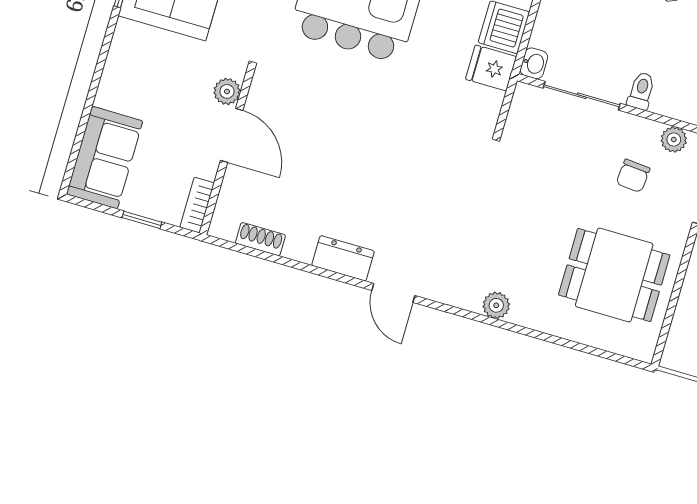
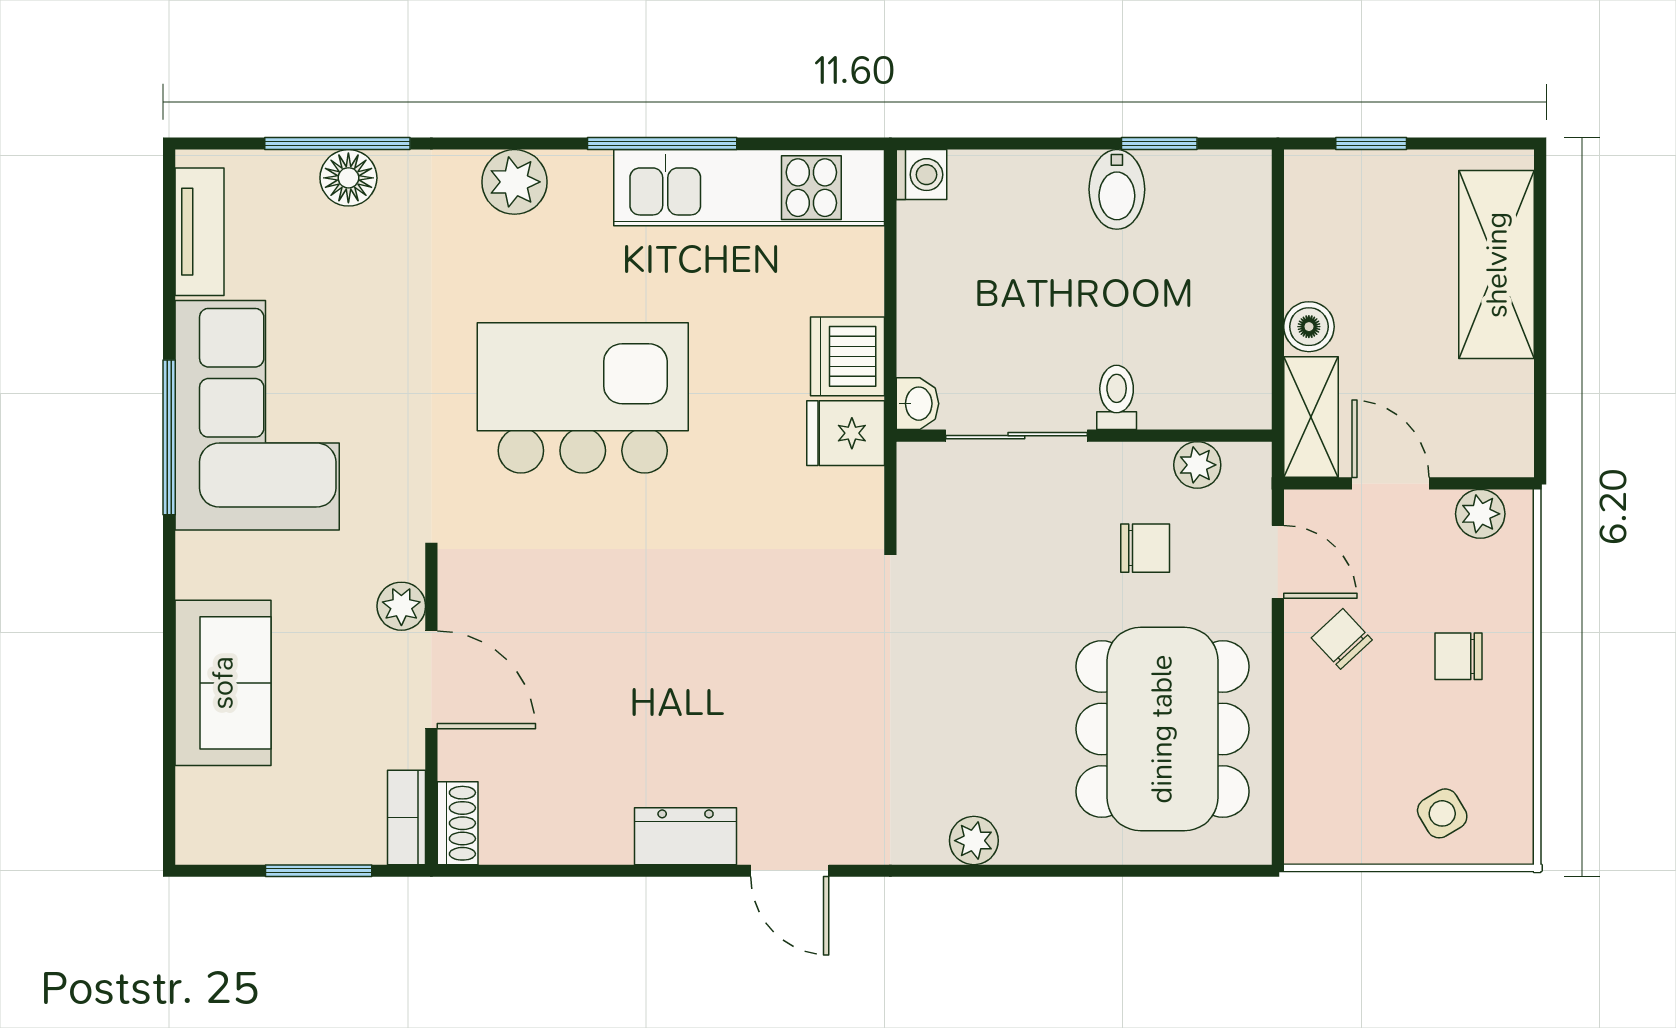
sofa: (105, 158) -> (223, 683), moved
chair: (633, 176) -> (1145, 548), turned -95
window: (142, 220) -> (319, 871), width x1.50
shoe rack: (260, 239) -> (458, 823), moved, turned 90
dining table: (614, 275) -> (1162, 729), width x1.38

